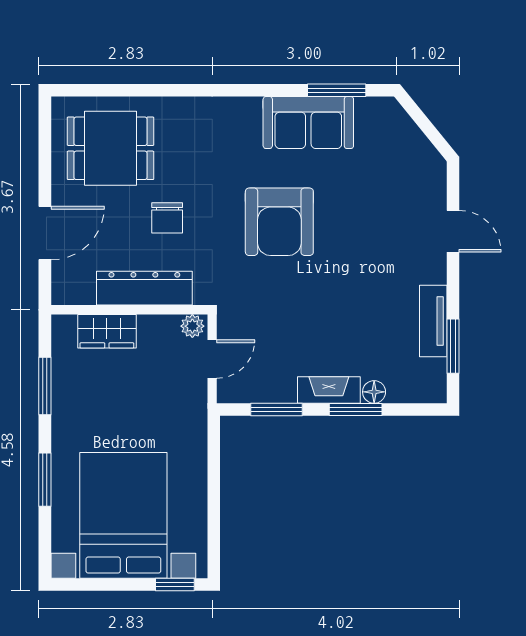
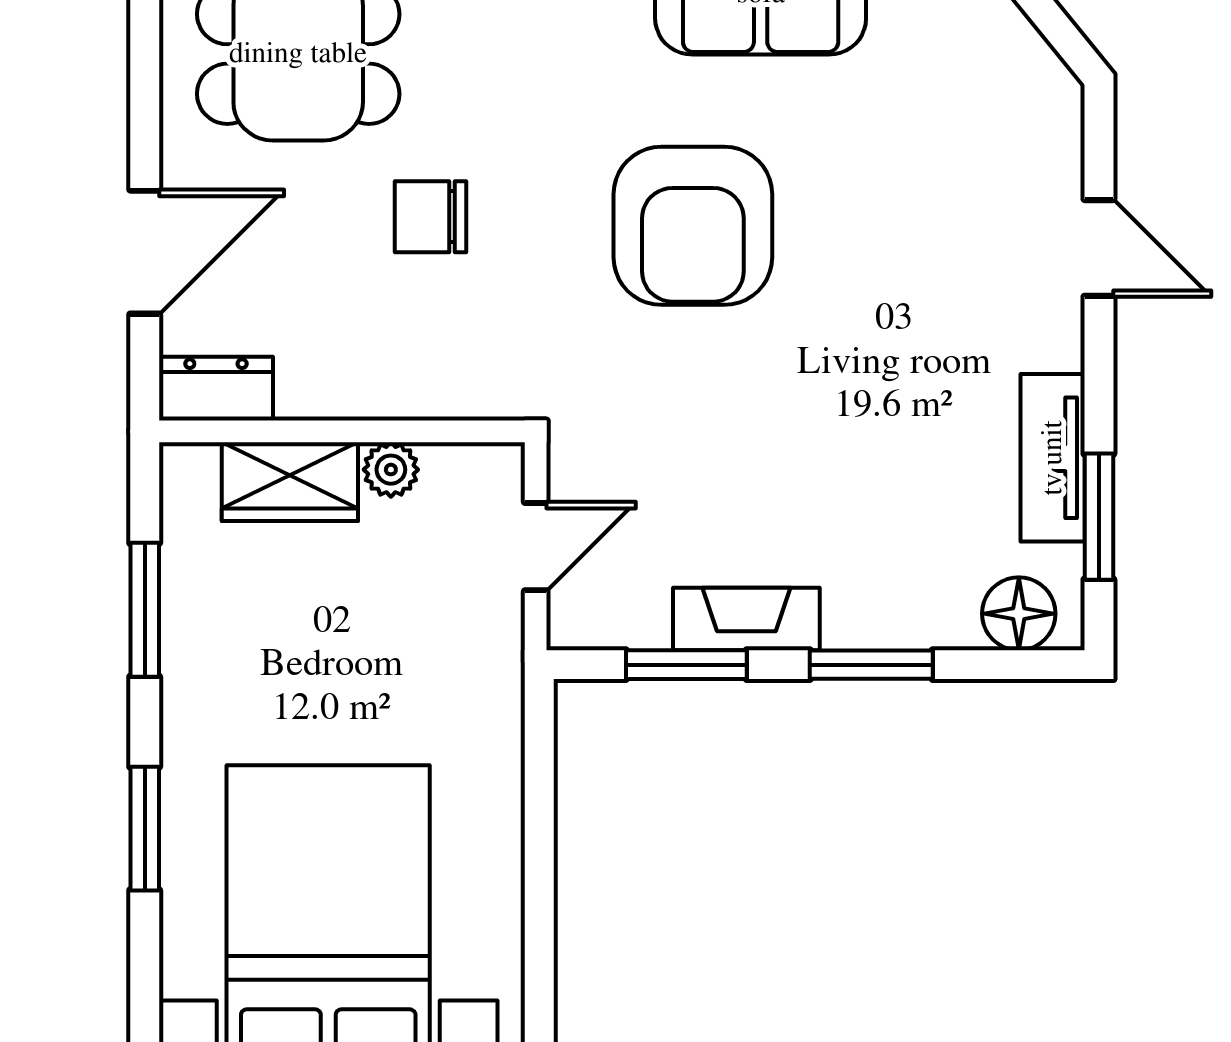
chair: (167, 218) -> (430, 217), turned 90
dresser: (144, 288) -> (216, 389), moved, width x0.51, depth x0.80
plant: (192, 326) -> (391, 470), moved
fireplace: (329, 390) -> (746, 619), moved
floor lamp: (374, 392) -> (1019, 614), moved, width x1.37, depth x1.37

